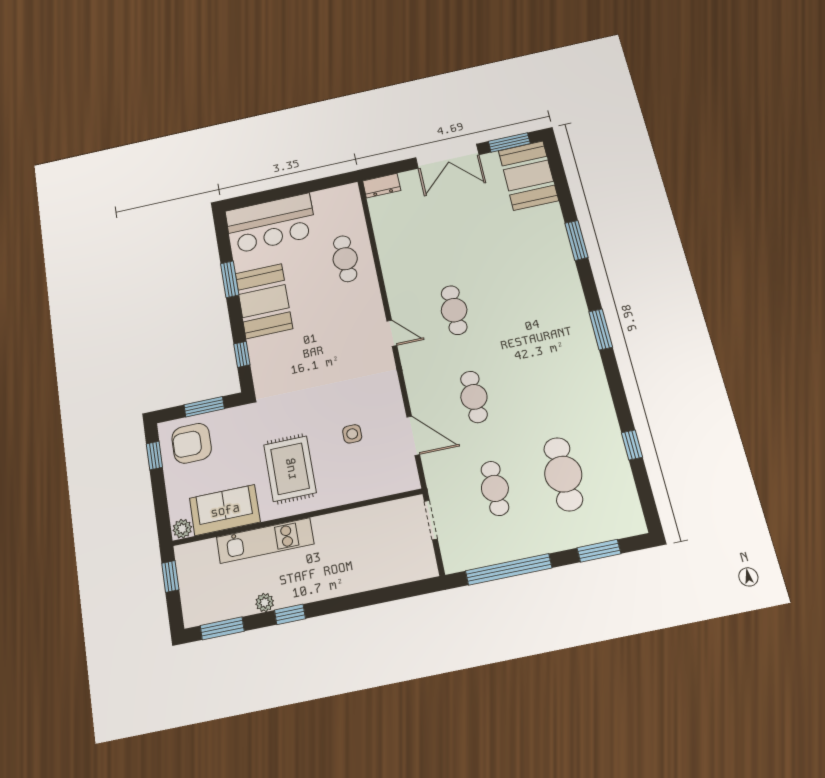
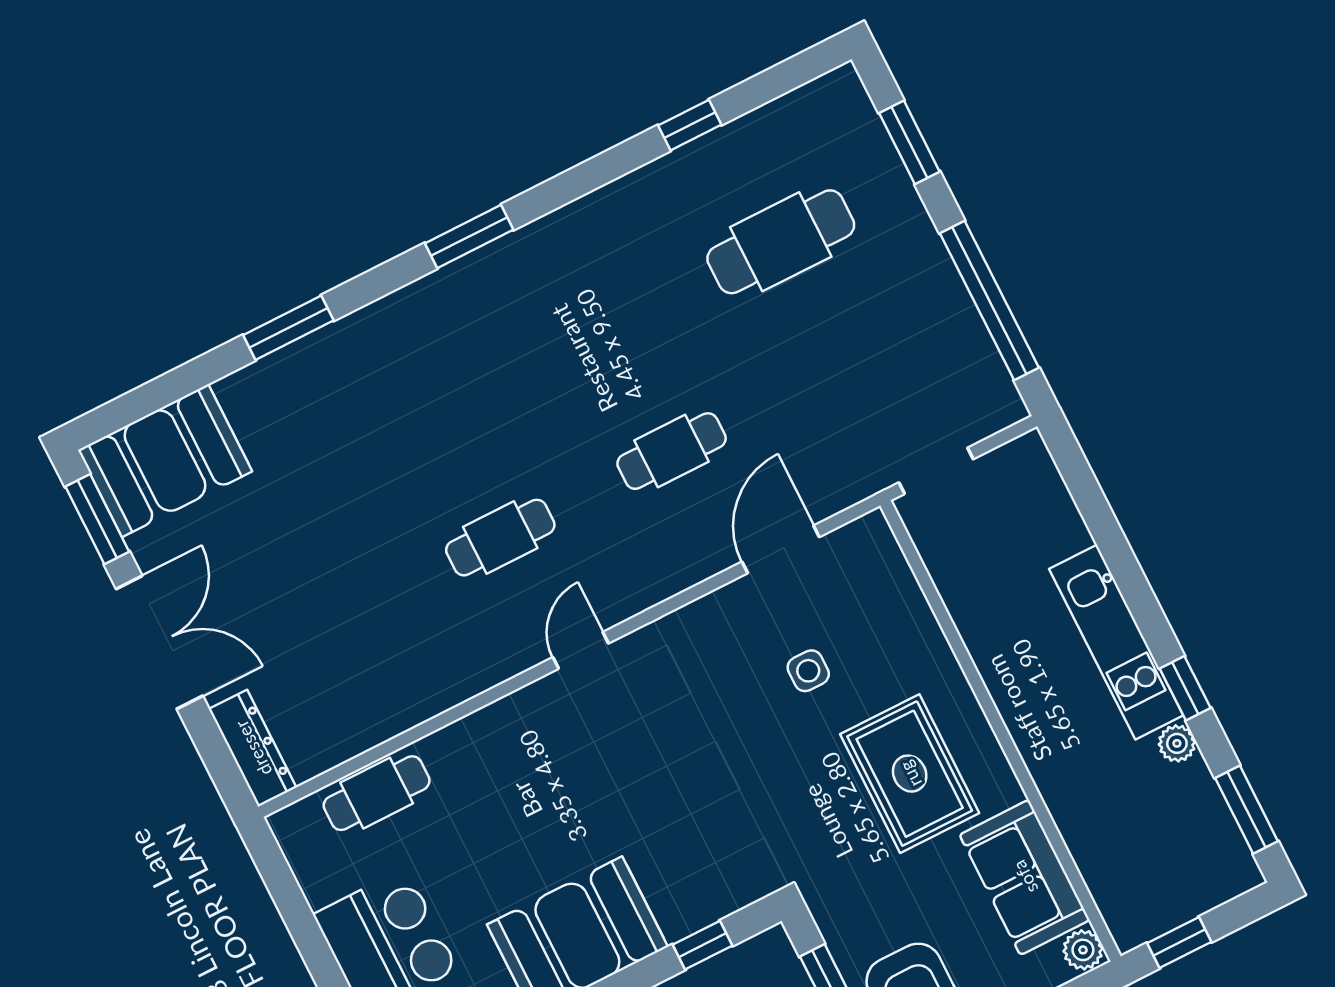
dresser: (382, 186) -> (253, 748), width x1.44
cafe table: (345, 259) -> (377, 793), moved
rug: (290, 469) -> (910, 774), turned 90
cafe table: (495, 488) -> (843, 365), removed
kitchen unit: (265, 541) -> (1116, 642), moved, turned 180

